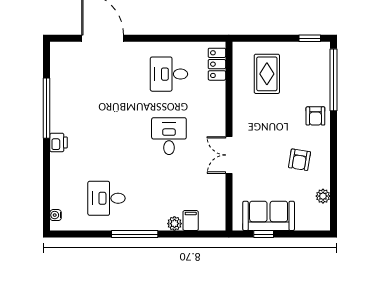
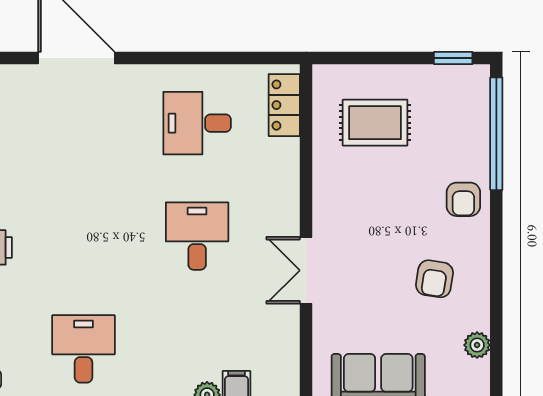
rug: (267, 74) -> (375, 123), turned 90
desk: (106, 198) -> (83, 349), turned 90

